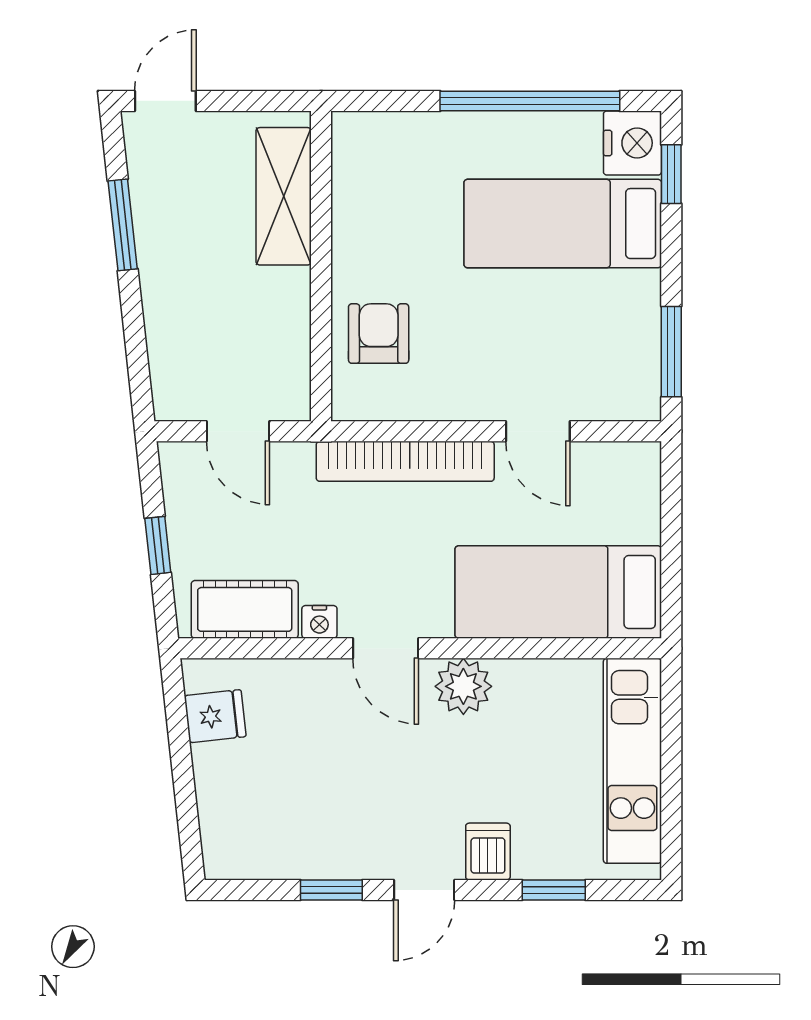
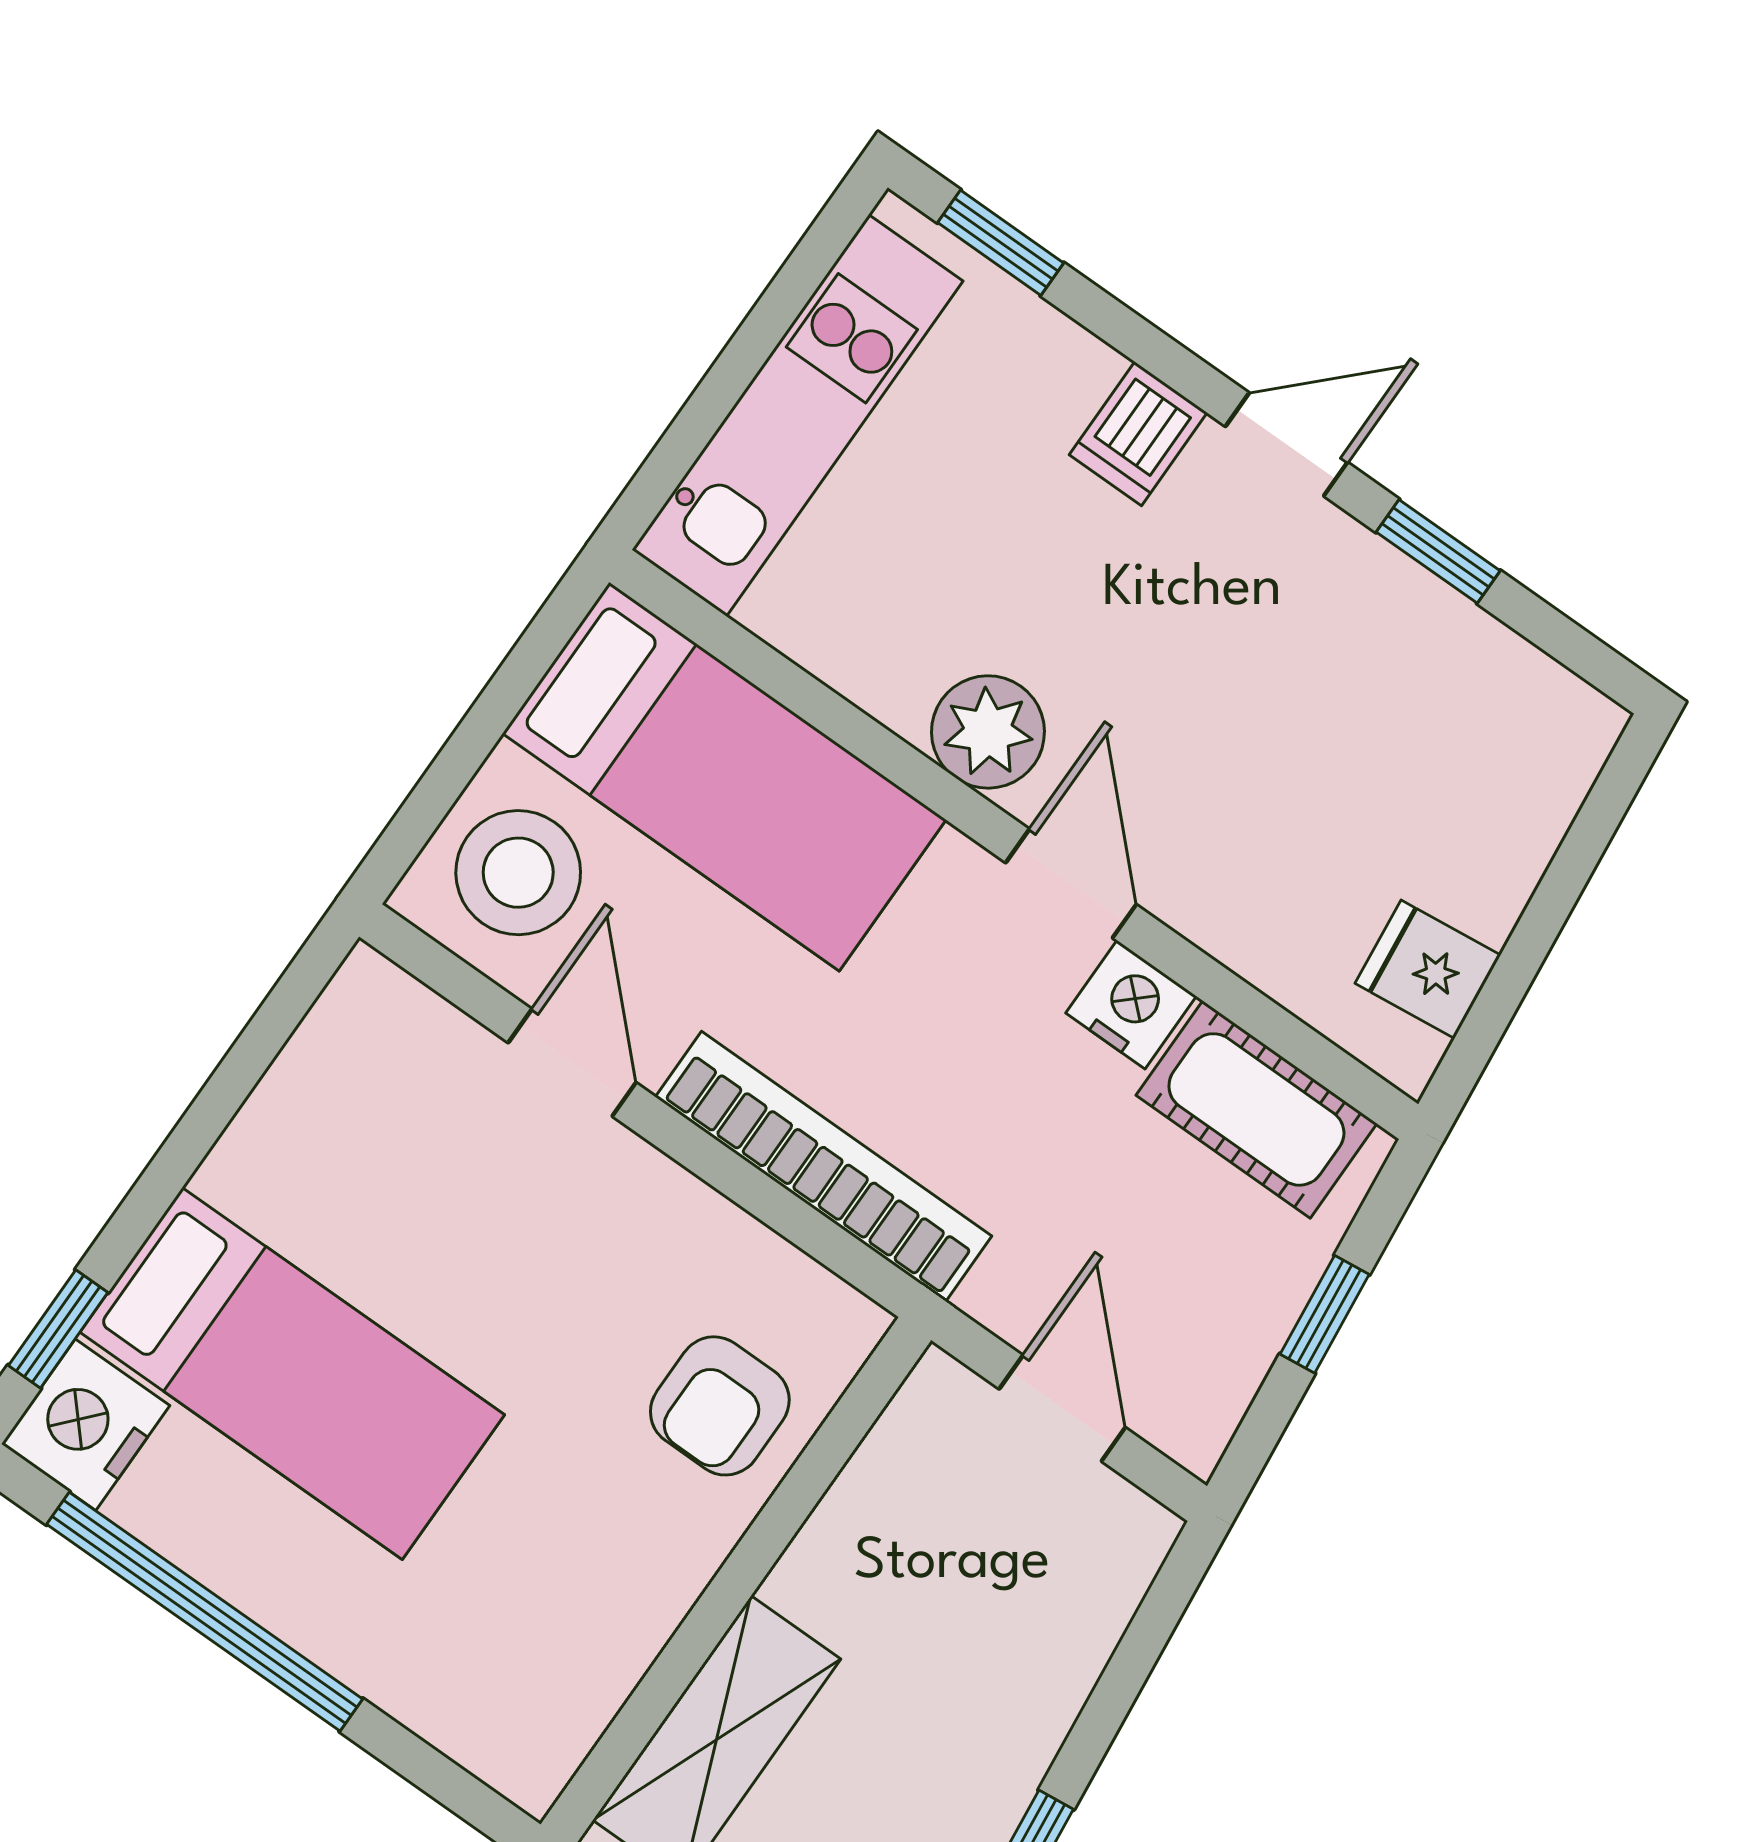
window: (671, 352) -> (263, 1039), removed
stool: (615, 493) -> (518, 873), added
nightstand: (319, 622) -> (1131, 1005), width x1.39, depth x1.35
window: (554, 890) -> (1001, 243), moved

